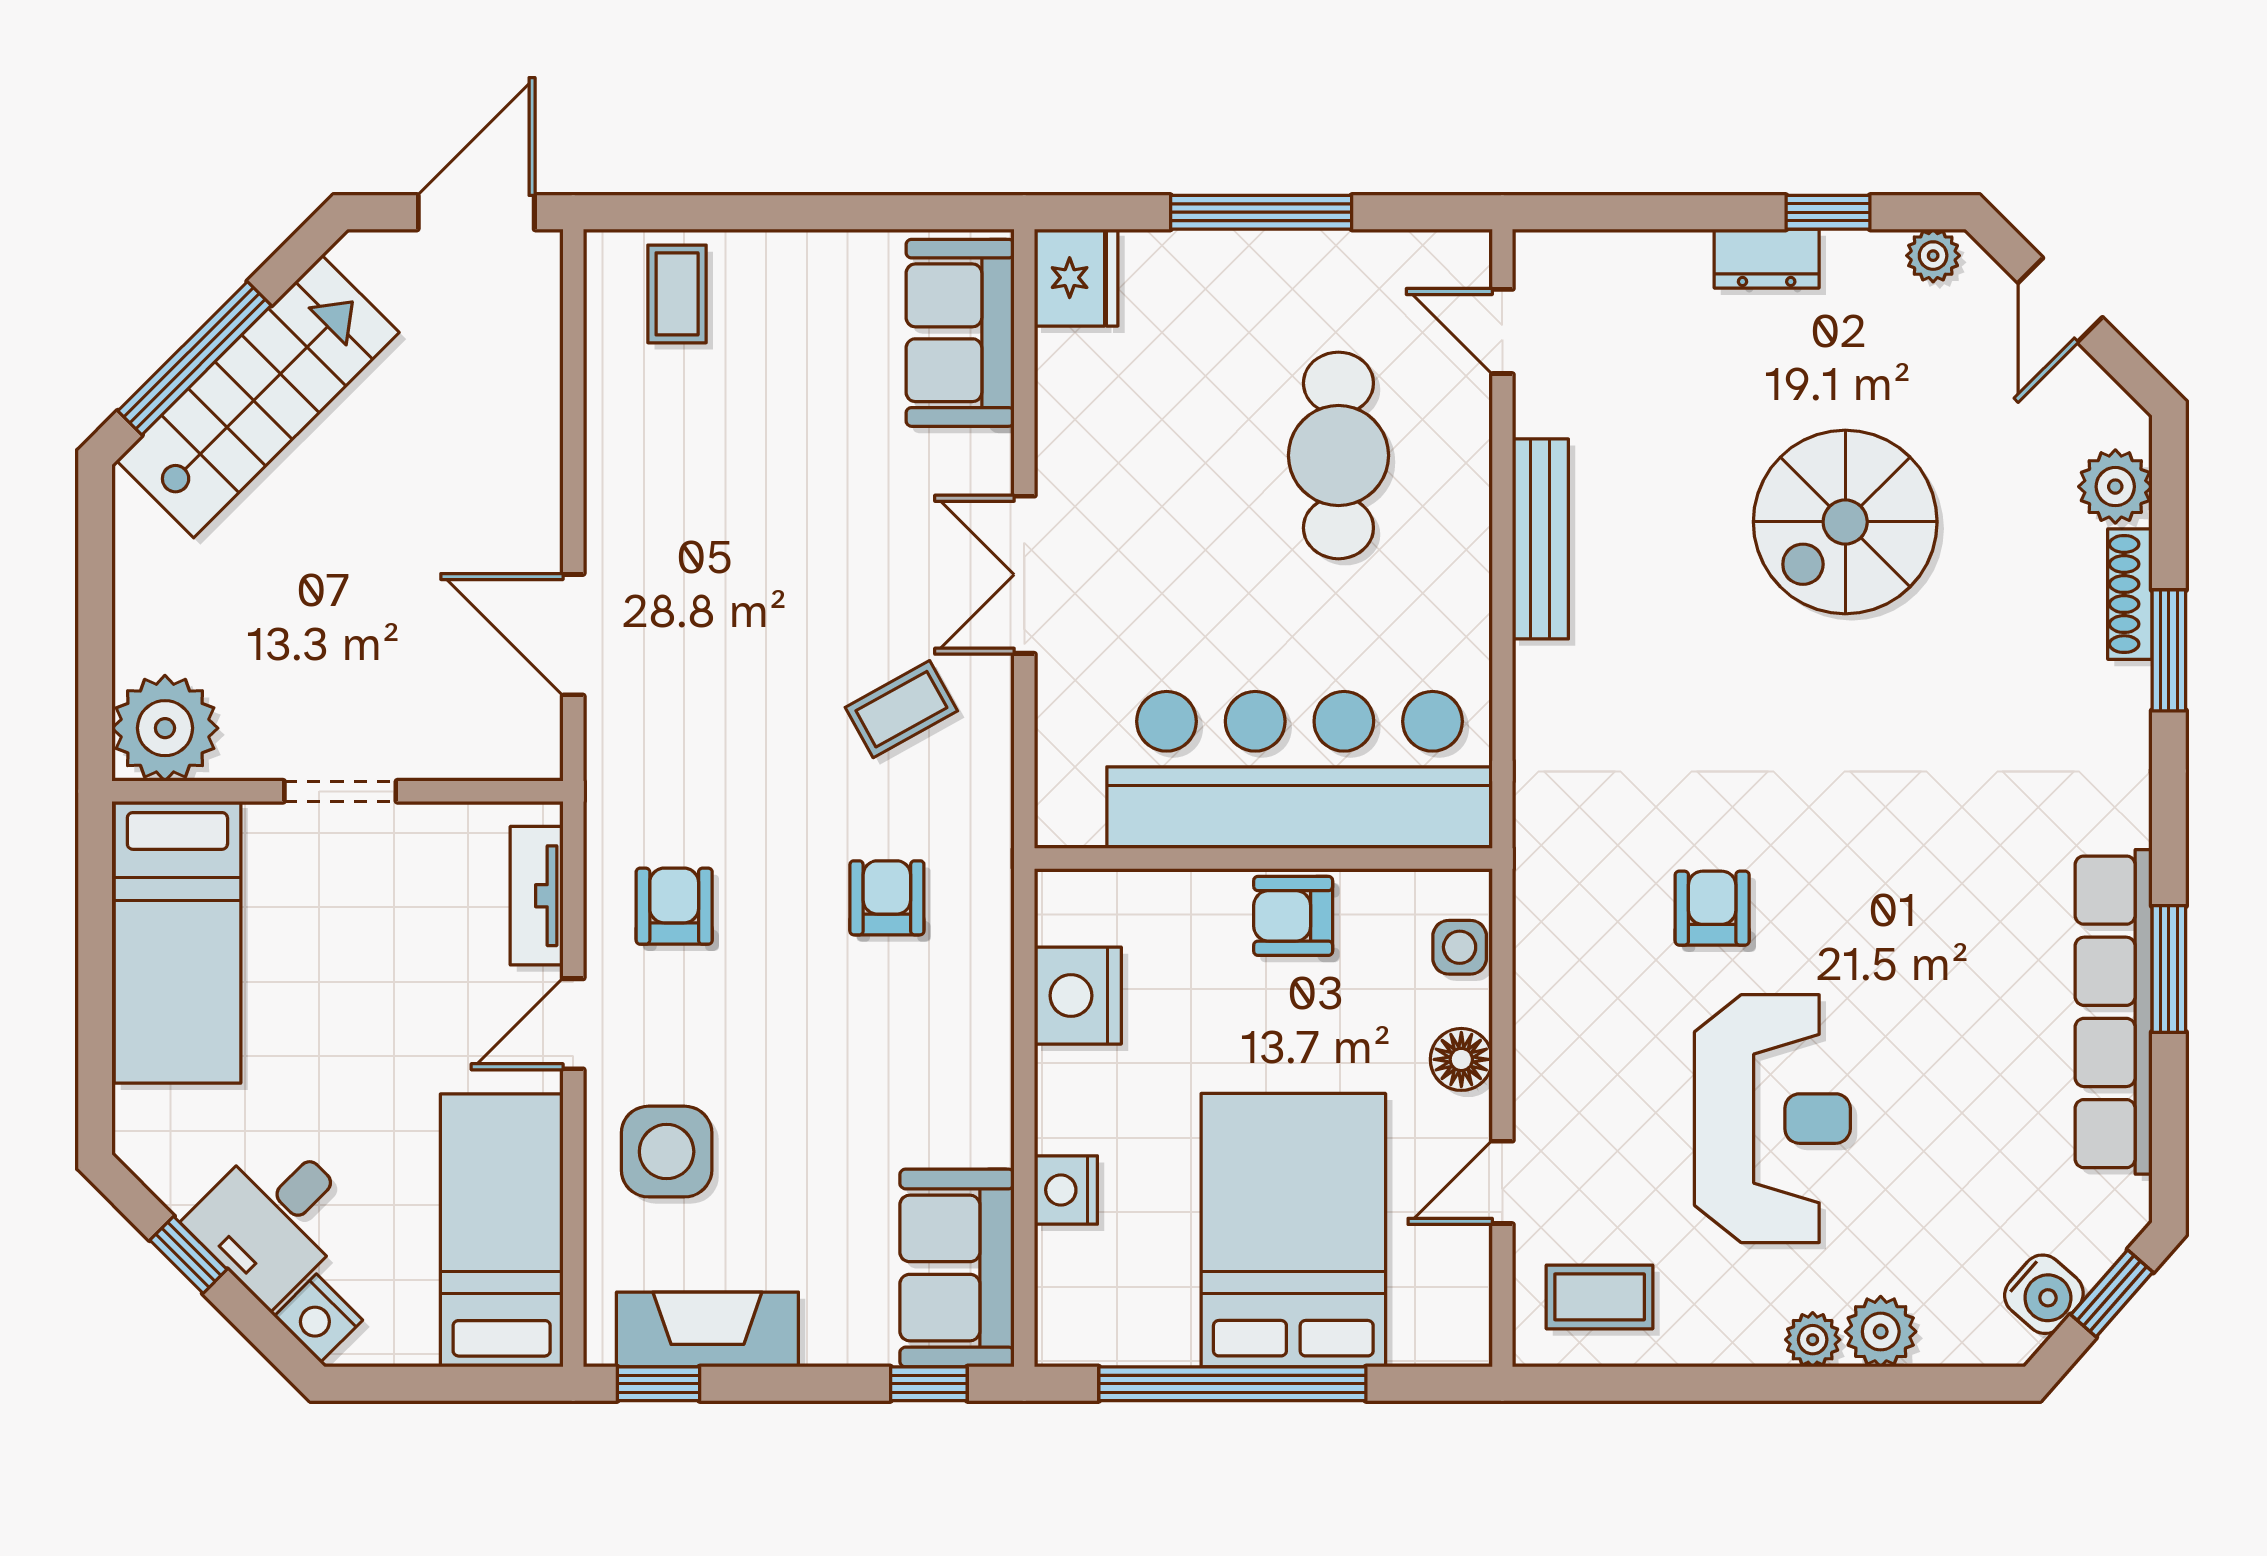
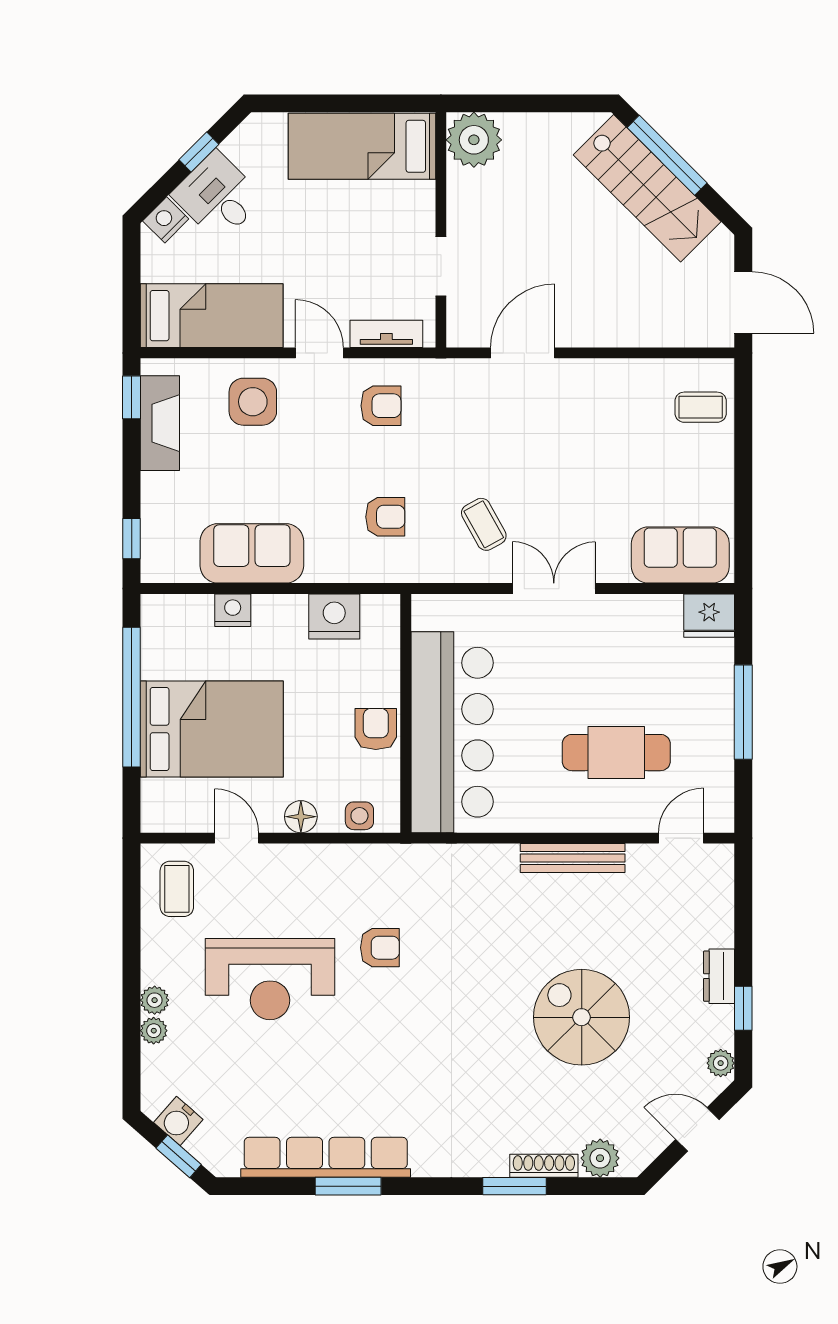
doorway: (340, 791) -> (441, 266), moved
sofa: (957, 1268) -> (252, 553), moved
plant: (1881, 1332) -> (154, 1031), width x0.73, depth x0.73

